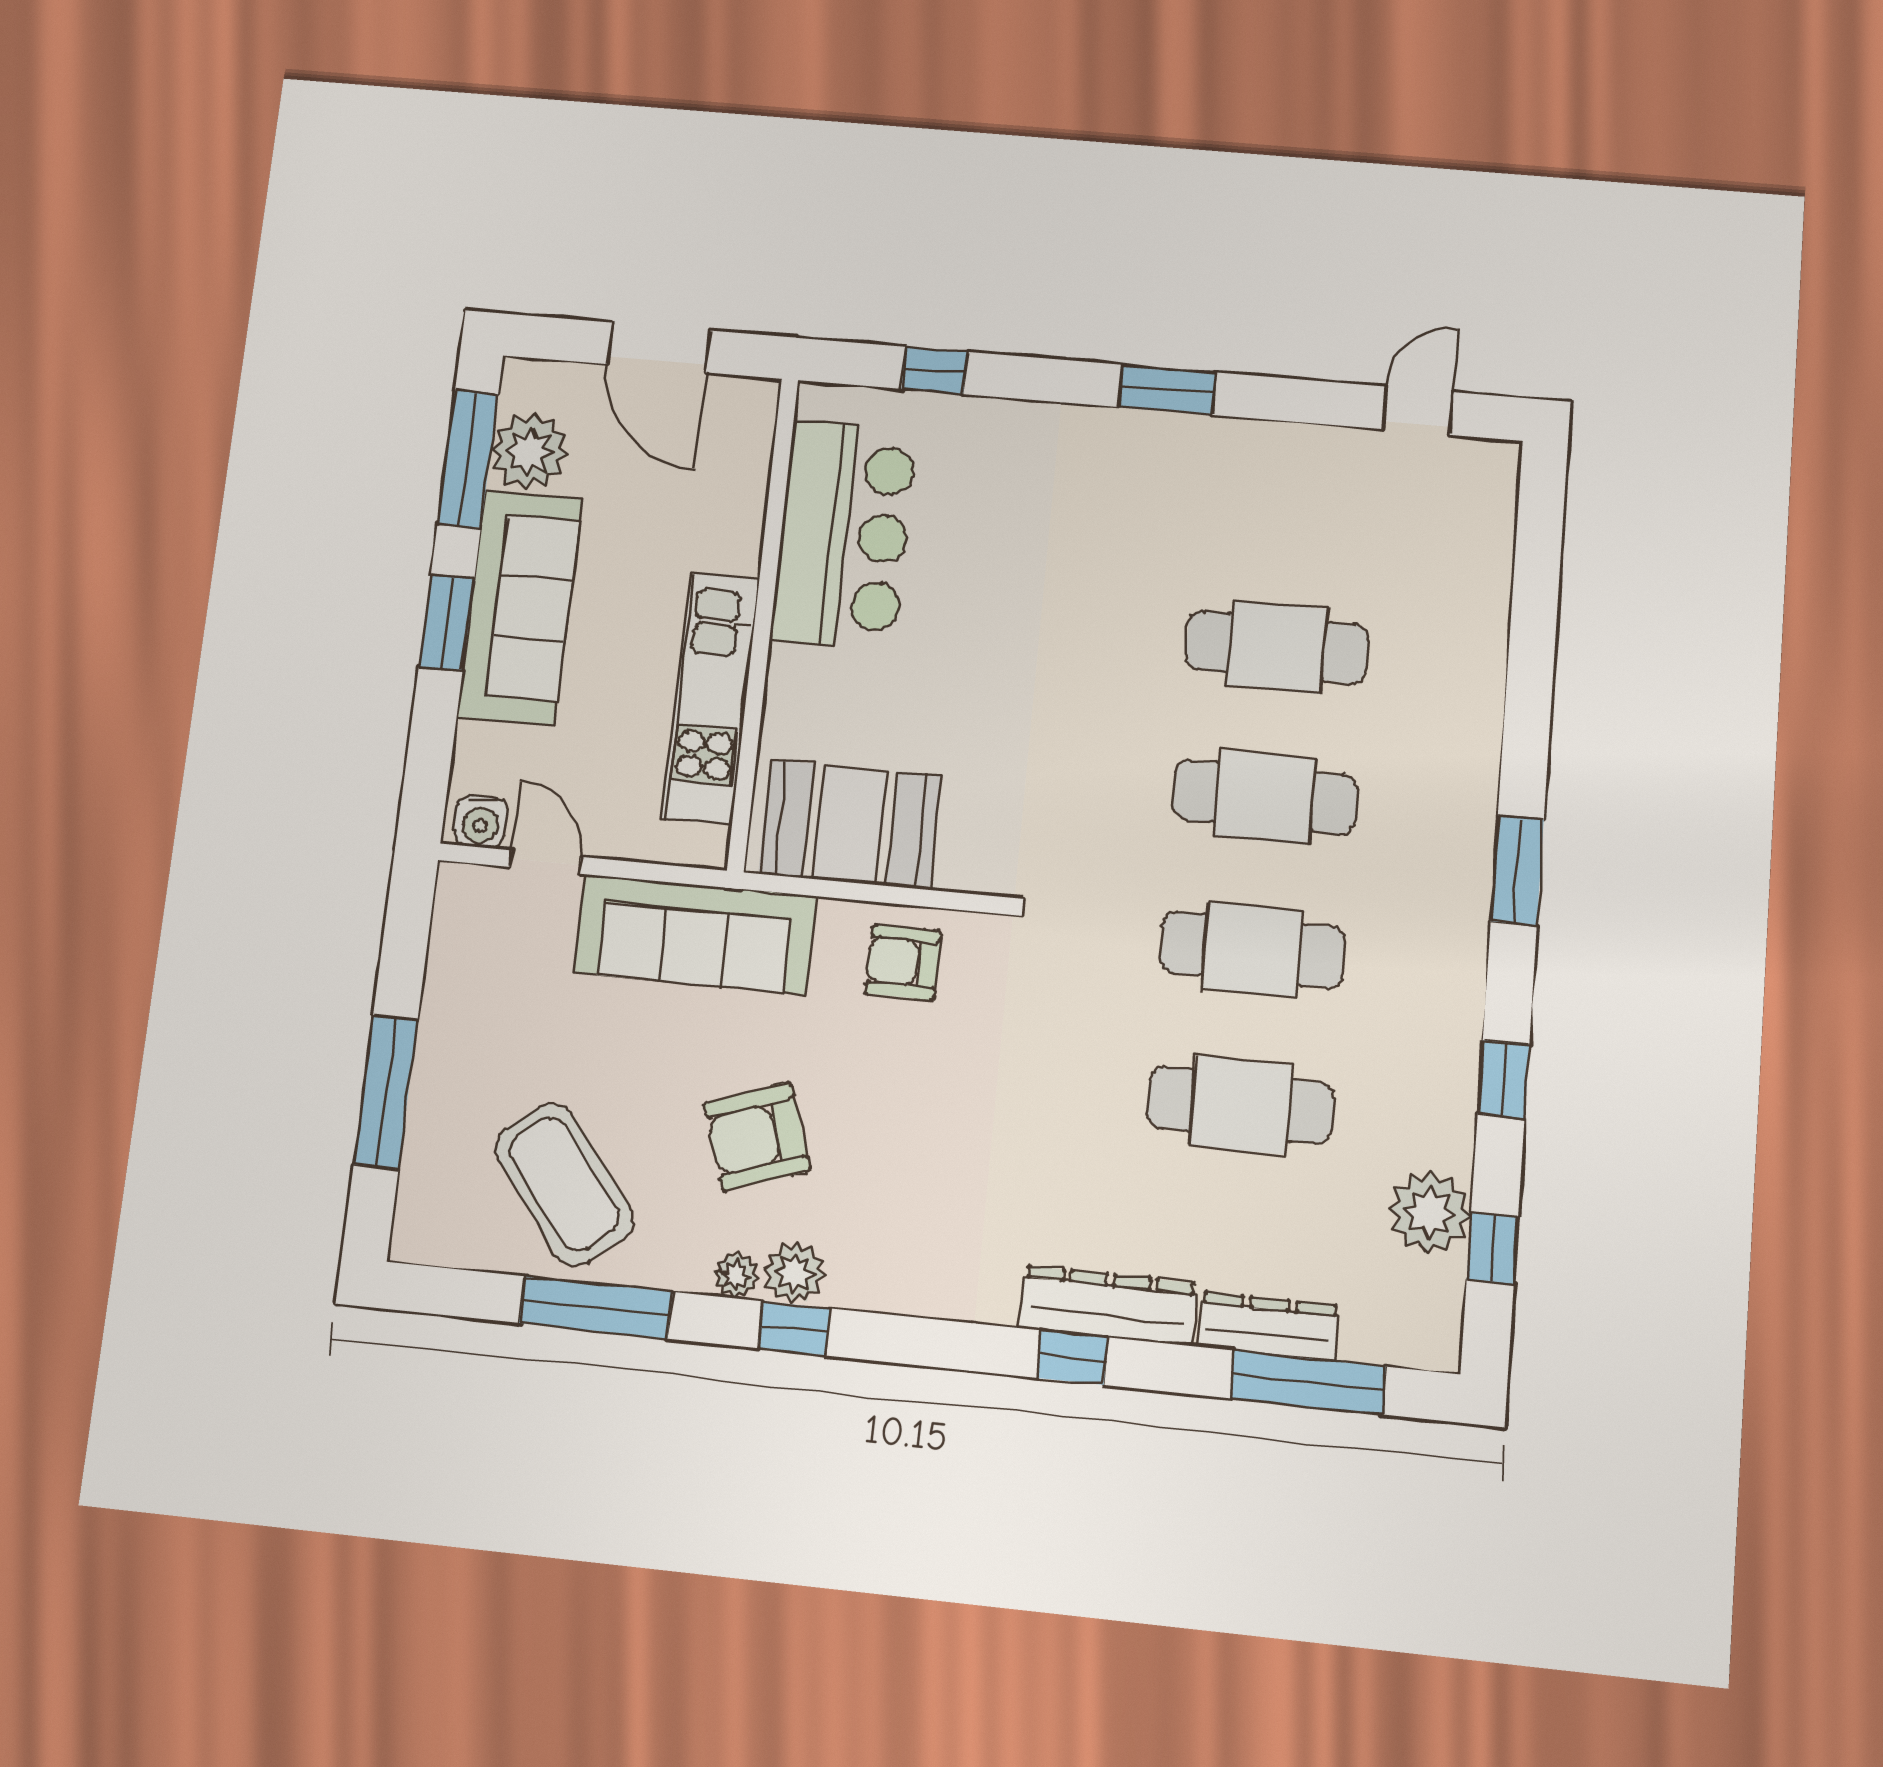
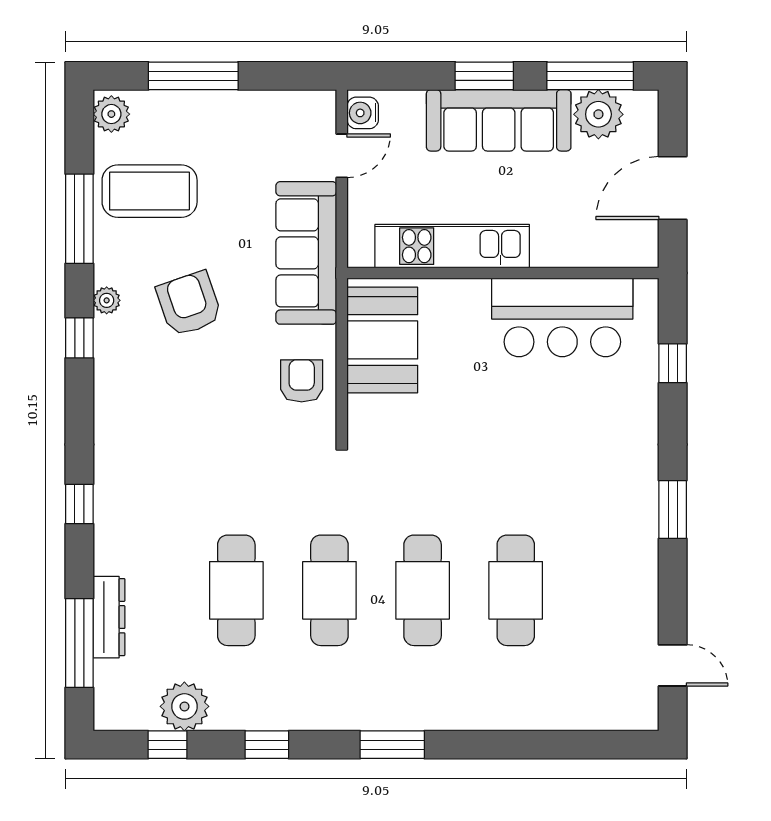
coffee table: (564, 1184) -> (150, 191), turned 39
plant: (795, 1273) -> (111, 114), moved
dresser: (1108, 1306) -> (111, 522), removed

